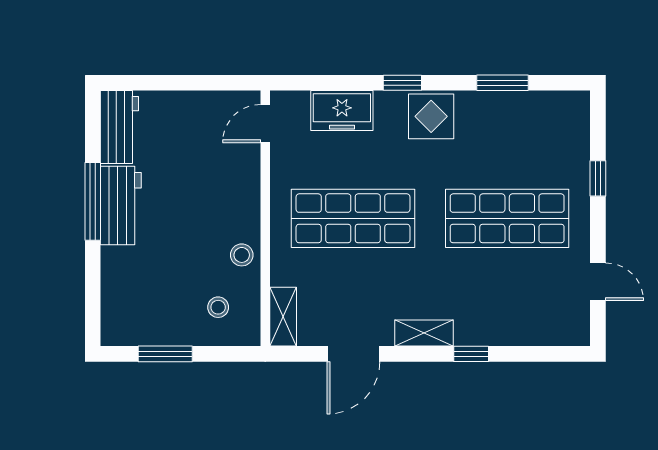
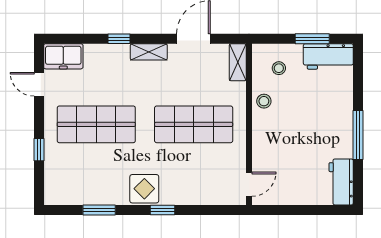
freezer: (342, 111) -> (63, 56), moved, turned 180
workbench: (121, 206) -> (328, 56), moved, turned -90

